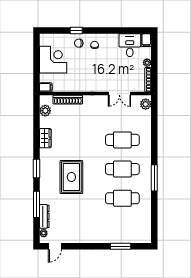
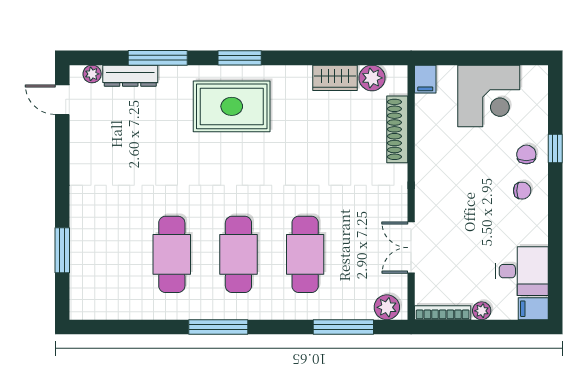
window: (154, 123) -> (343, 327), added
wardrobe: (45, 138) -> (335, 78), moved
rug: (71, 177) -> (232, 106), moved

